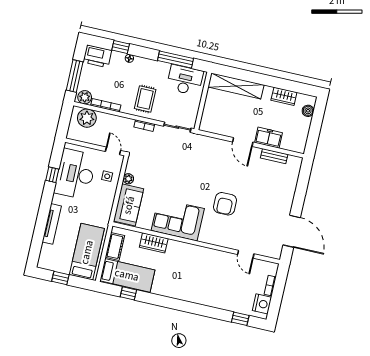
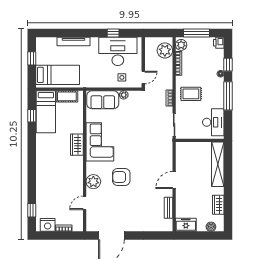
printer: (97, 56) -> (219, 43), width x0.53, depth x0.68
window: (176, 60) -> (228, 96), moved
freezer: (268, 138) -> (186, 225), moved, turned -90
plant: (223, 238) -> (93, 182), added
wardrobe: (154, 243) -> (77, 145), moved

